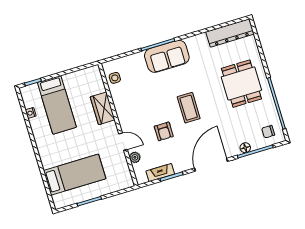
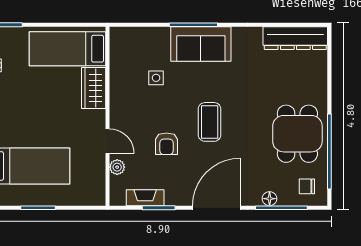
side table: (115, 78) -> (156, 78), moved
dining table: (241, 84) -> (297, 134), moved
bed: (57, 105) -> (67, 49), moved, turned 90

